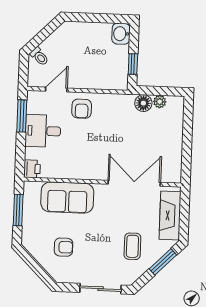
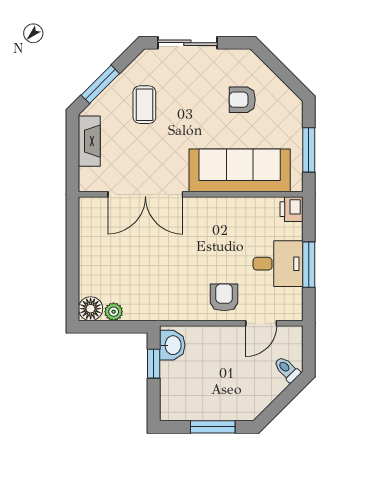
window: (93, 18) -> (213, 427), added
washbasin: (121, 34) -> (172, 345), moved
floor lamp: (143, 103) -> (91, 309), moved
window: (22, 116) -> (309, 265), moved
sofa: (67, 198) -> (240, 170), width x1.36
fireplace: (170, 216) -> (89, 141), width x0.73, depth x0.76

